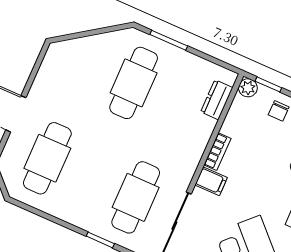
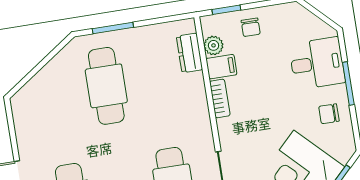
plant: (248, 88) -> (214, 45), moved
filing cabinet: (211, 181) -> (221, 67), moved

